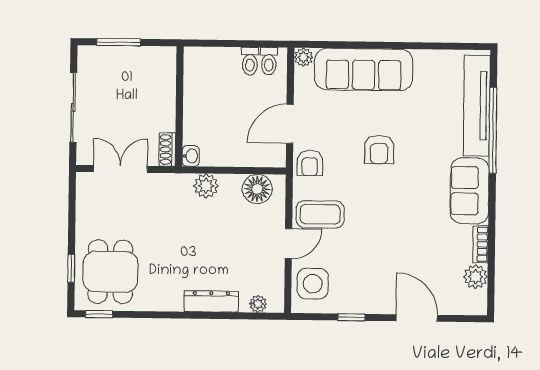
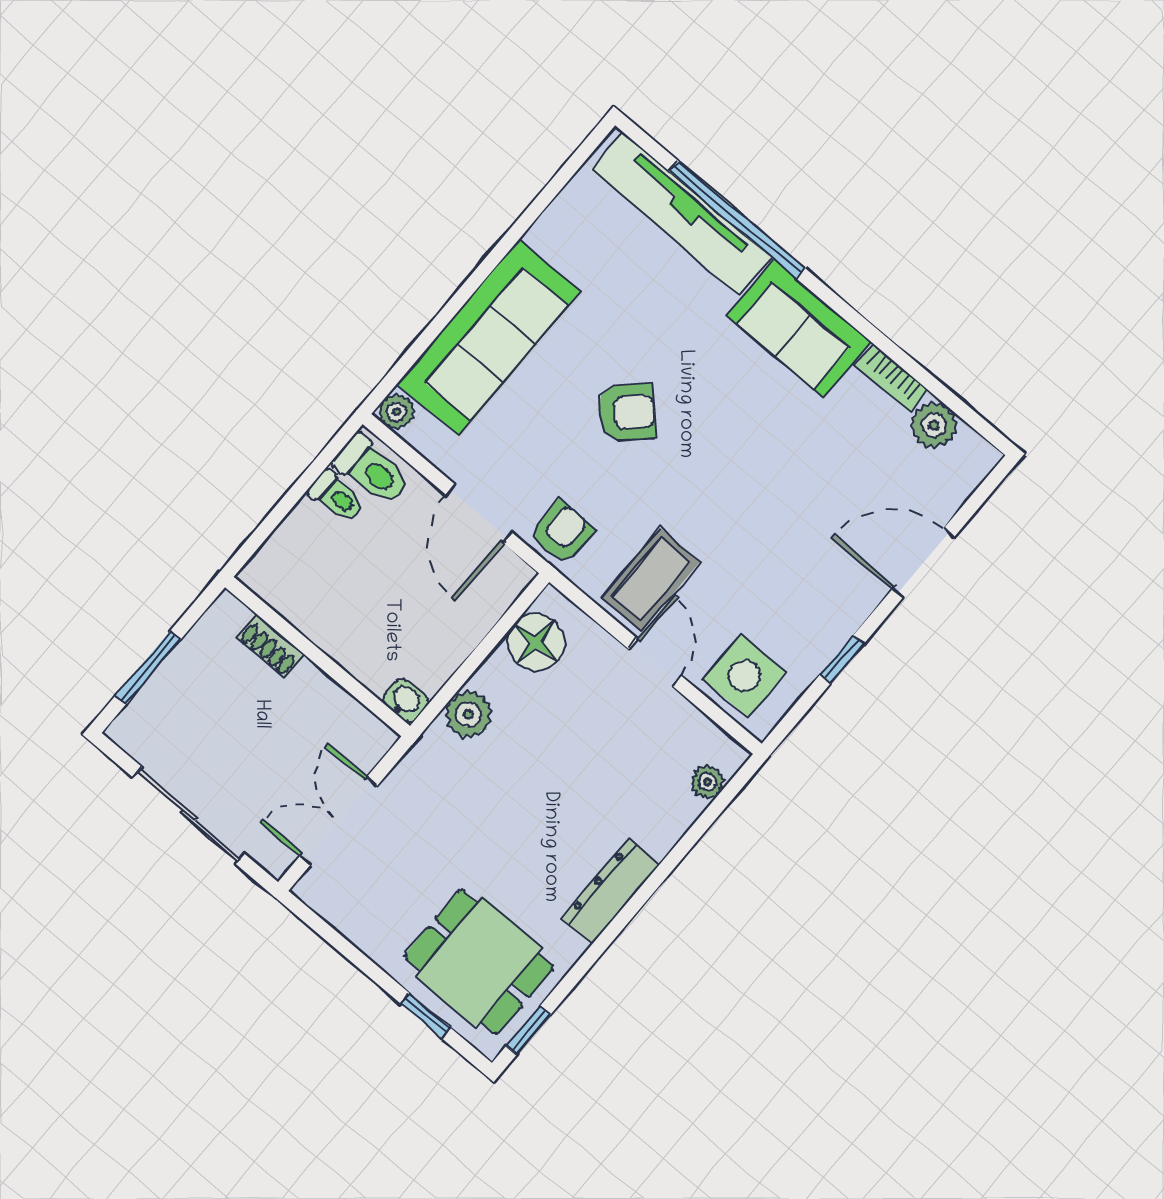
toilet: (269, 61) -> (372, 470), width x1.37, depth x1.39
armchair: (379, 149) -> (627, 412), turned -44
shoe rack: (167, 150) -> (271, 646), moved
armchair: (310, 163) -> (562, 532), turned -90
dresser: (211, 301) -> (610, 891), moved

